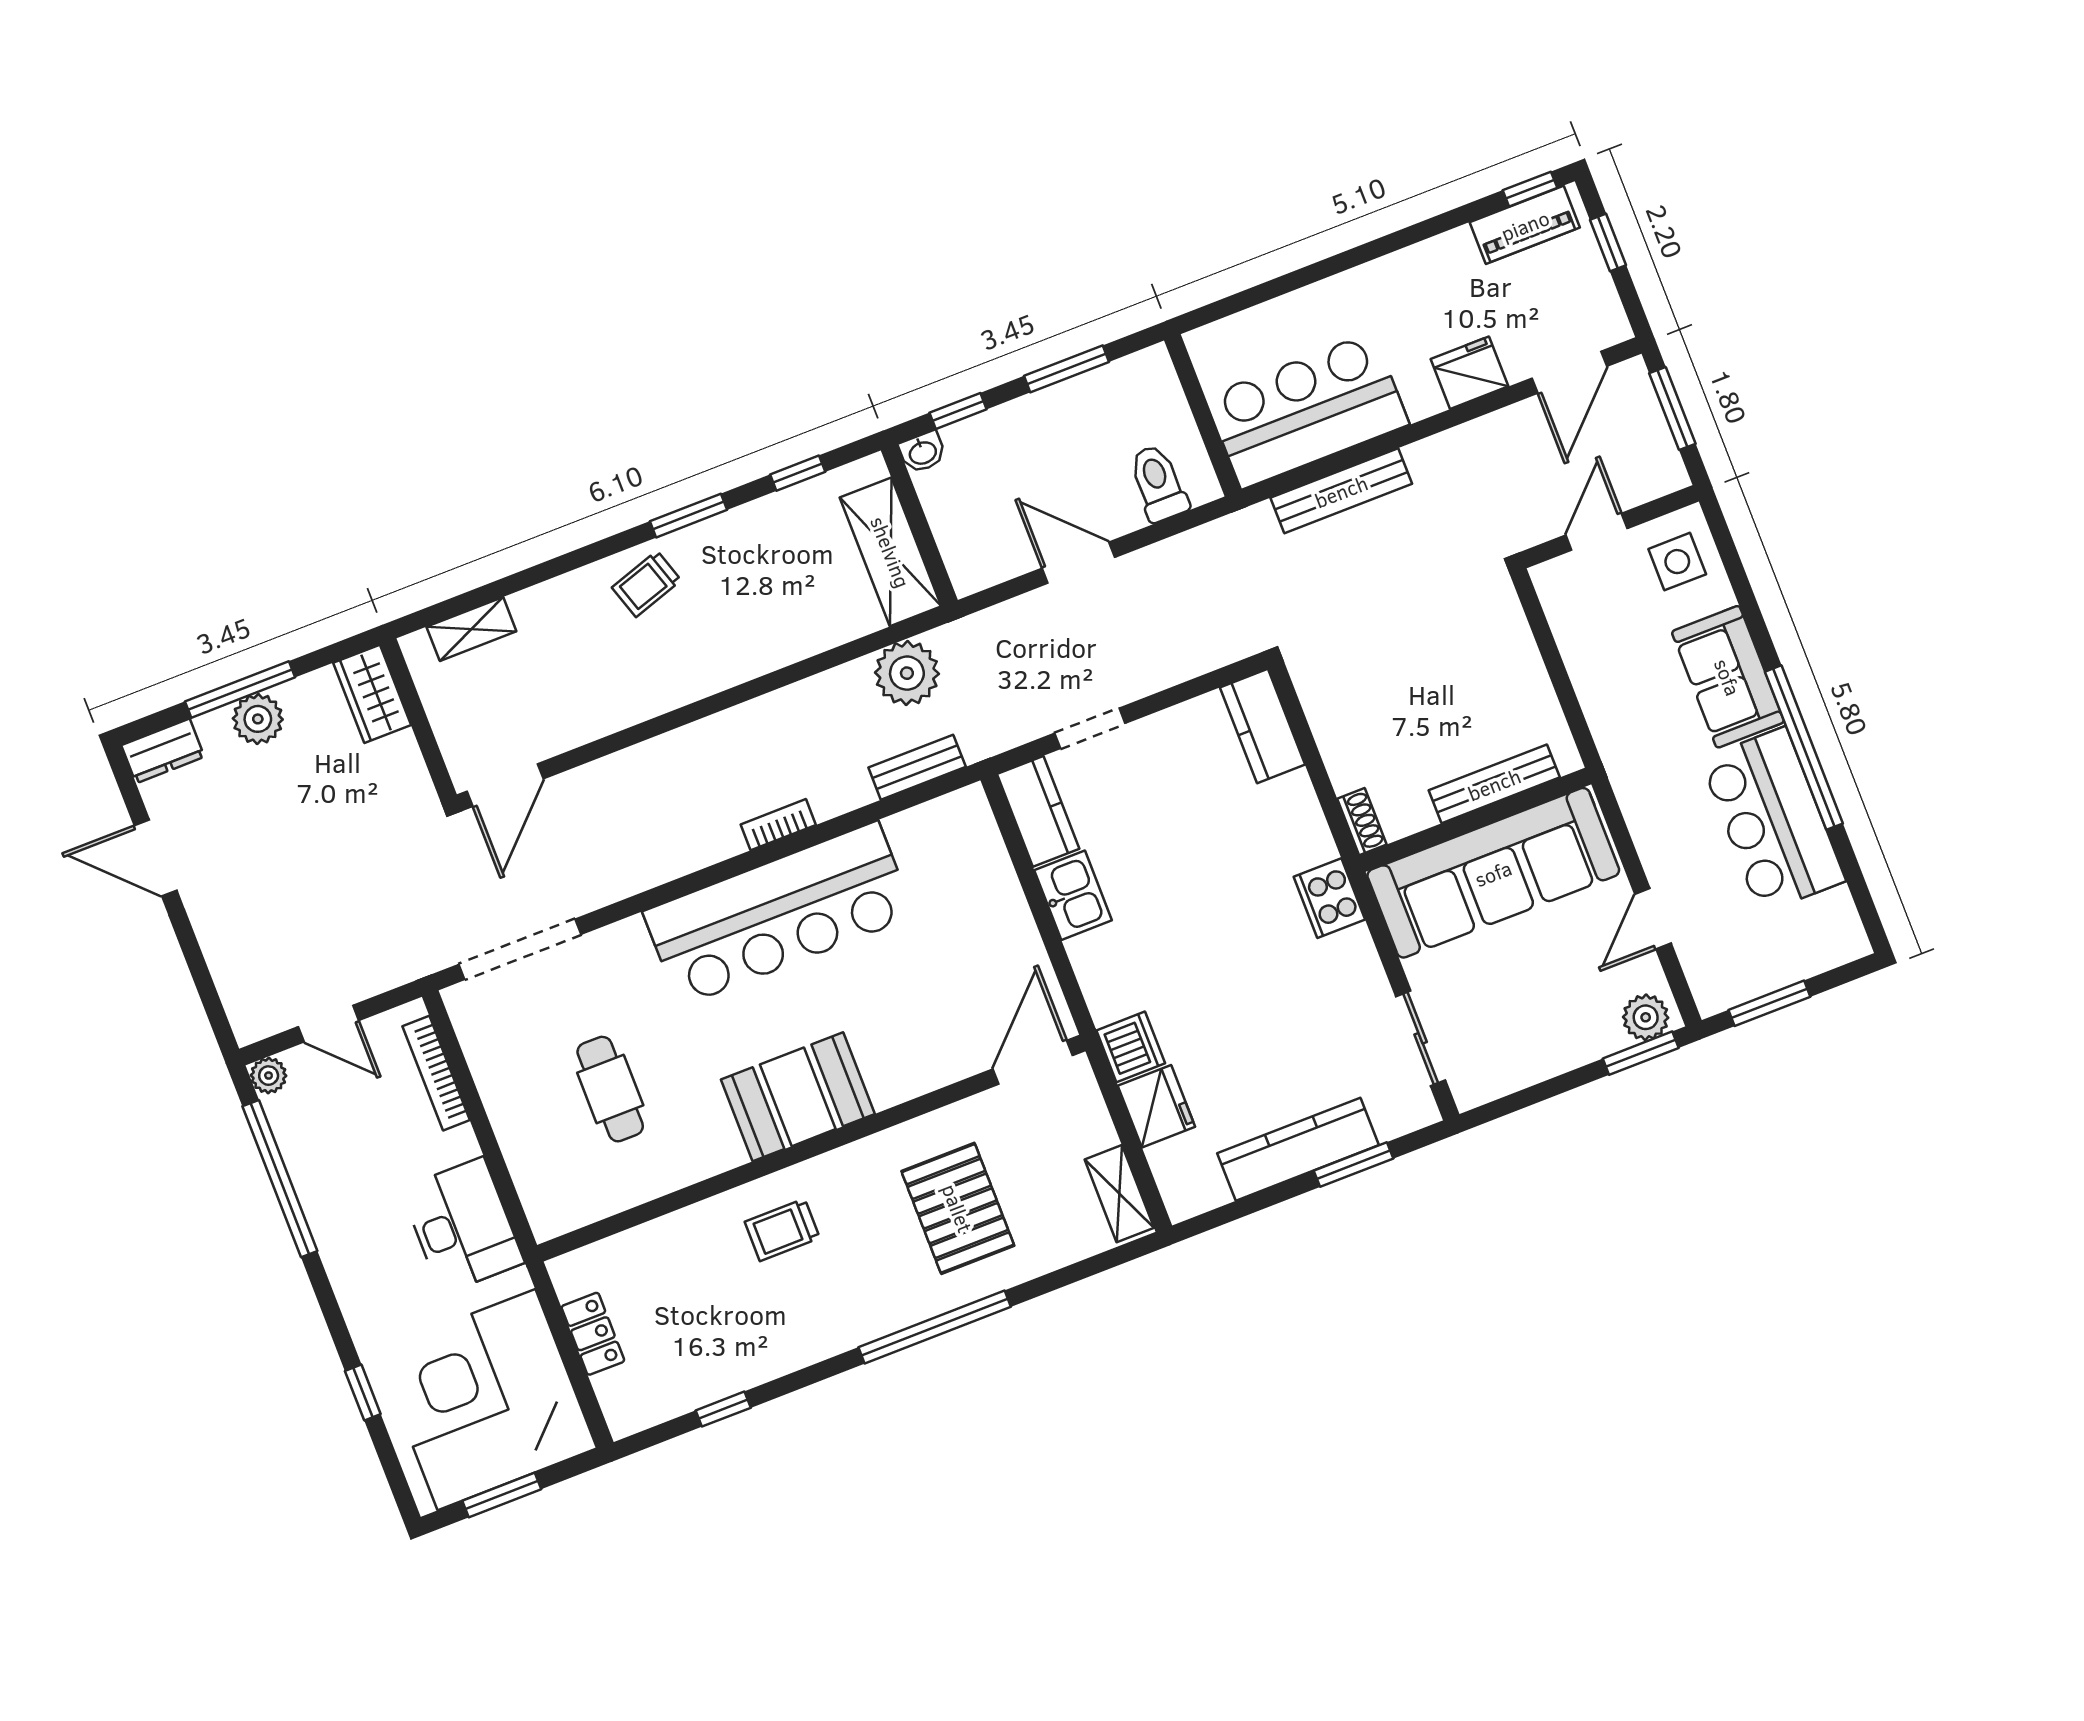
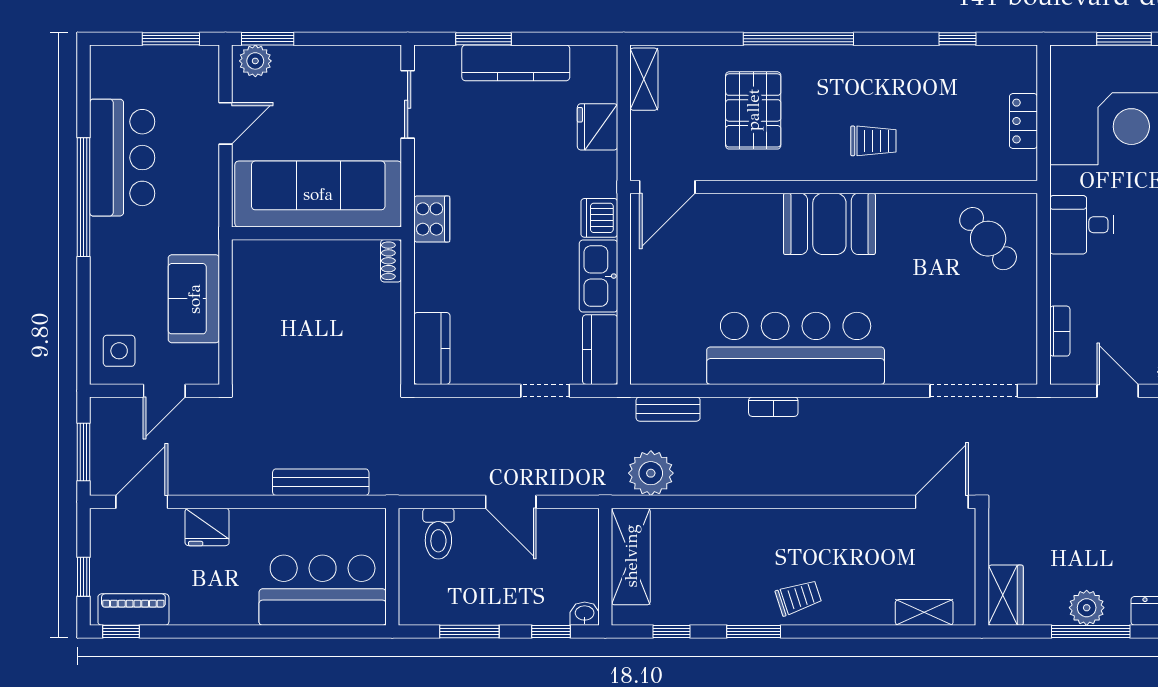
bar counter: (1307, 411) -> (323, 590), moved, turned 180
sofa: (1728, 677) -> (194, 299), moved, turned 180
bench: (1494, 784) -> (295, 252), removed
kitchen sink: (1073, 895) -> (599, 276), width x1.38
dishwasher: (1131, 1047) -> (599, 218), moved
bookcase: (436, 1073) -> (1060, 331), width x0.64
cafe table: (610, 1089) -> (988, 239), moved, turned -40
desk: (462, 1226) -> (1081, 225), width x0.73

